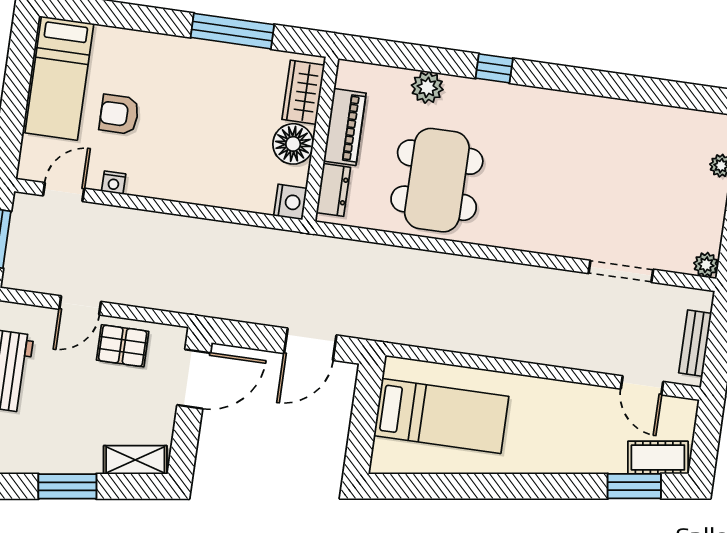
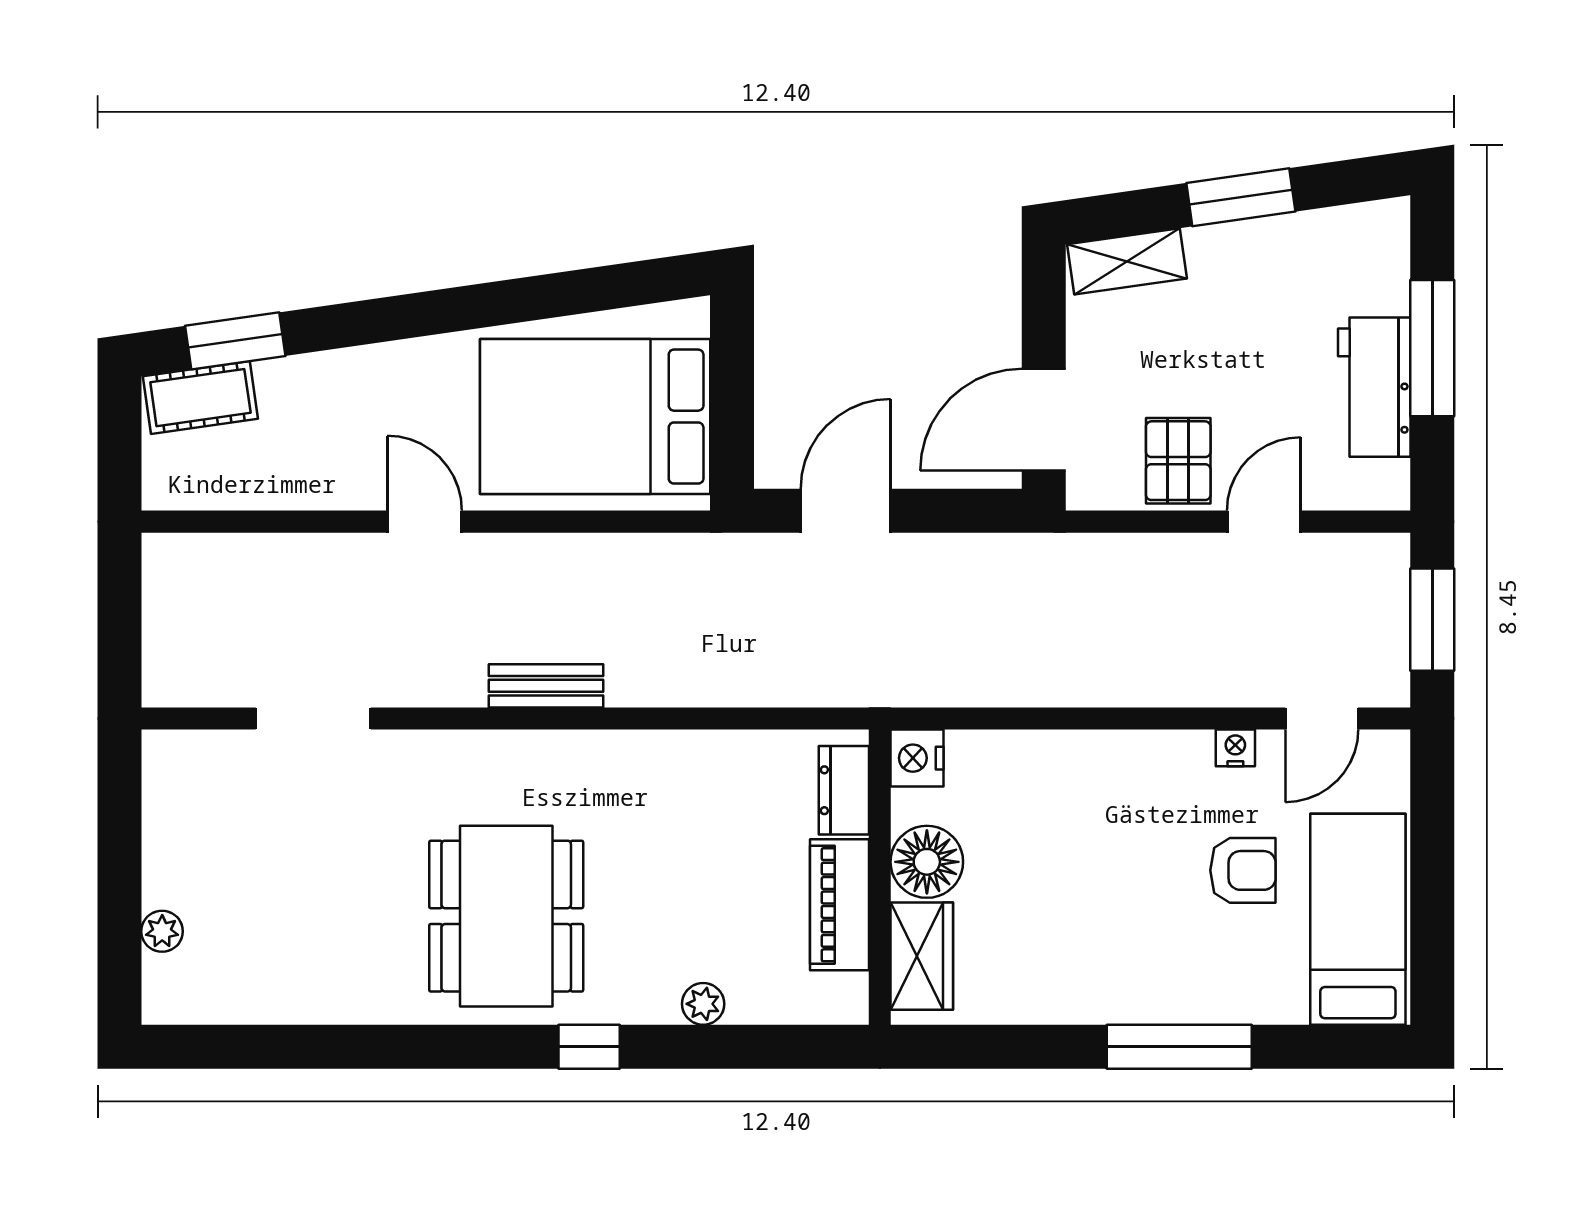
window: (232, 31) -> (1179, 1047), moved
plant: (427, 87) -> (703, 1004), width x0.73, depth x0.73
dining table: (437, 180) -> (506, 916), moved
plant: (706, 265) -> (164, 752), removed
bench: (695, 343) -> (546, 686), moved, turned 90
pallet: (123, 346) -> (1178, 461), turned 90
door: (642, 385) -> (425, 522), moved
bed: (441, 416) -> (595, 417), width x1.50

